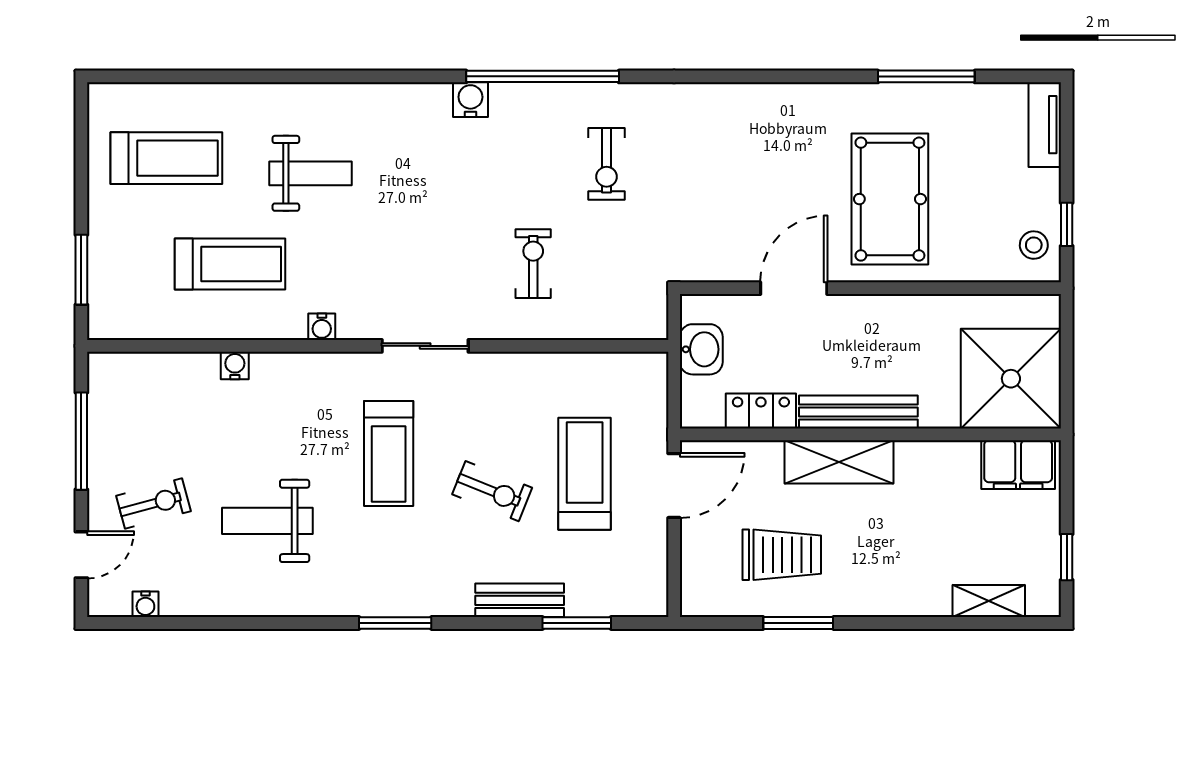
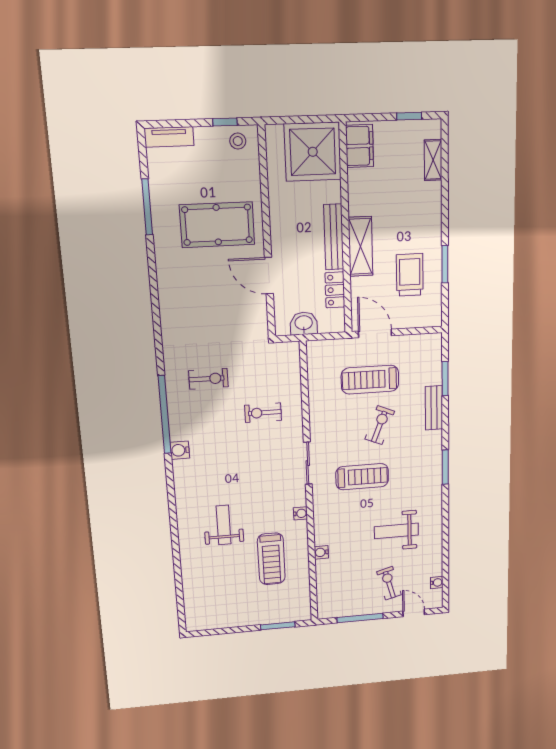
treadmill: (166, 158) -> (221, 593), removed
treadmill: (230, 264) -> (271, 559), turned 180
weight bench: (267, 521) -> (396, 531), turned 90

